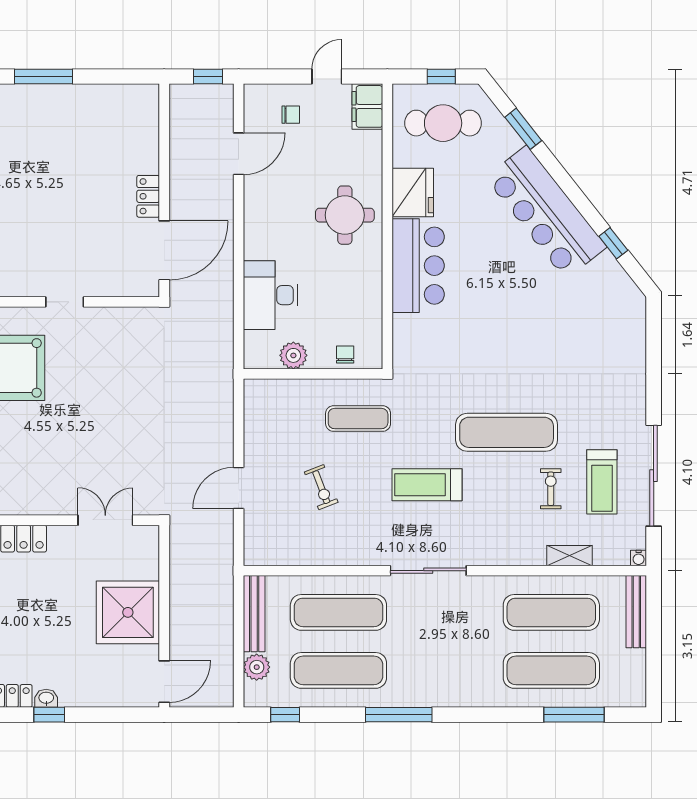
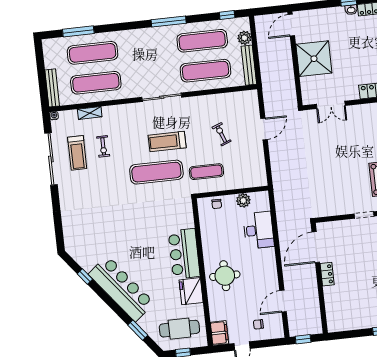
exercise mat: (507, 432) -> (156, 172), moved
treadmill: (602, 482) -> (77, 153), turned 180
treadmill: (427, 485) -> (167, 141), turned 180

